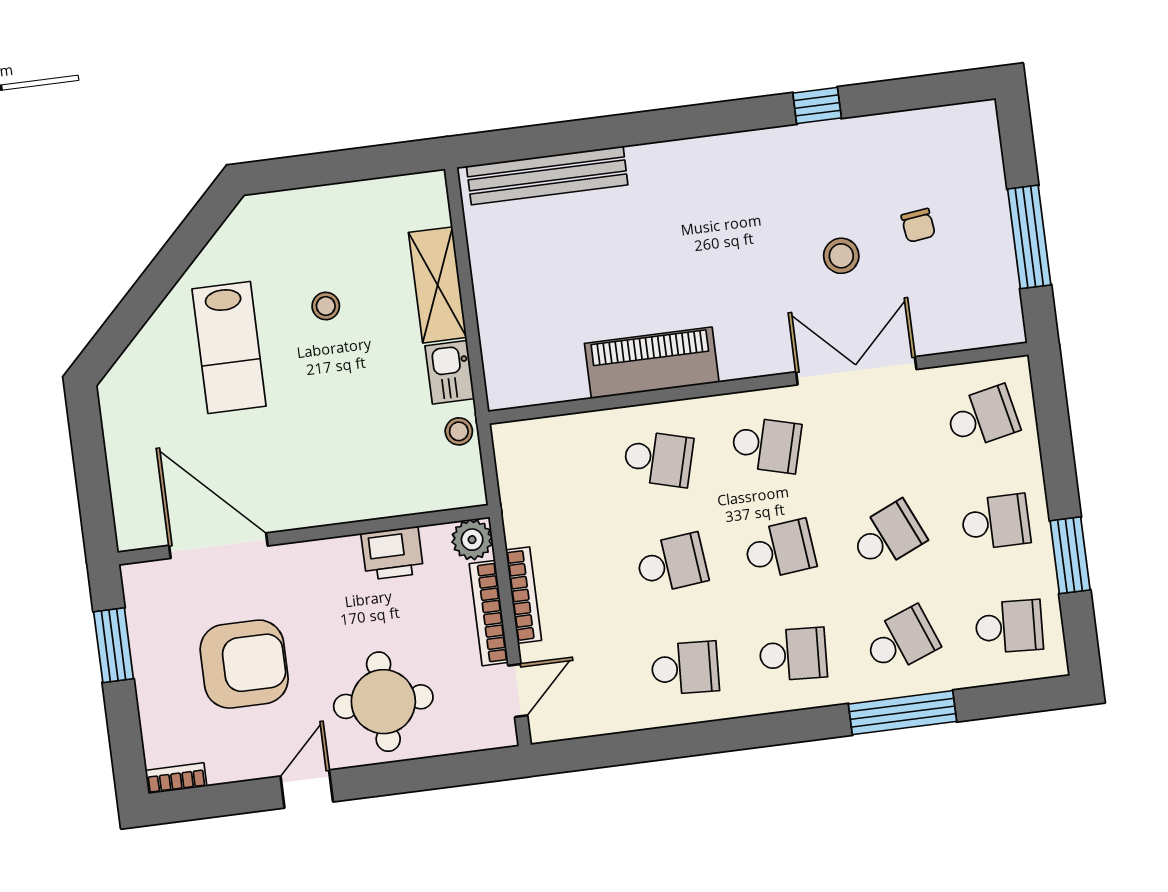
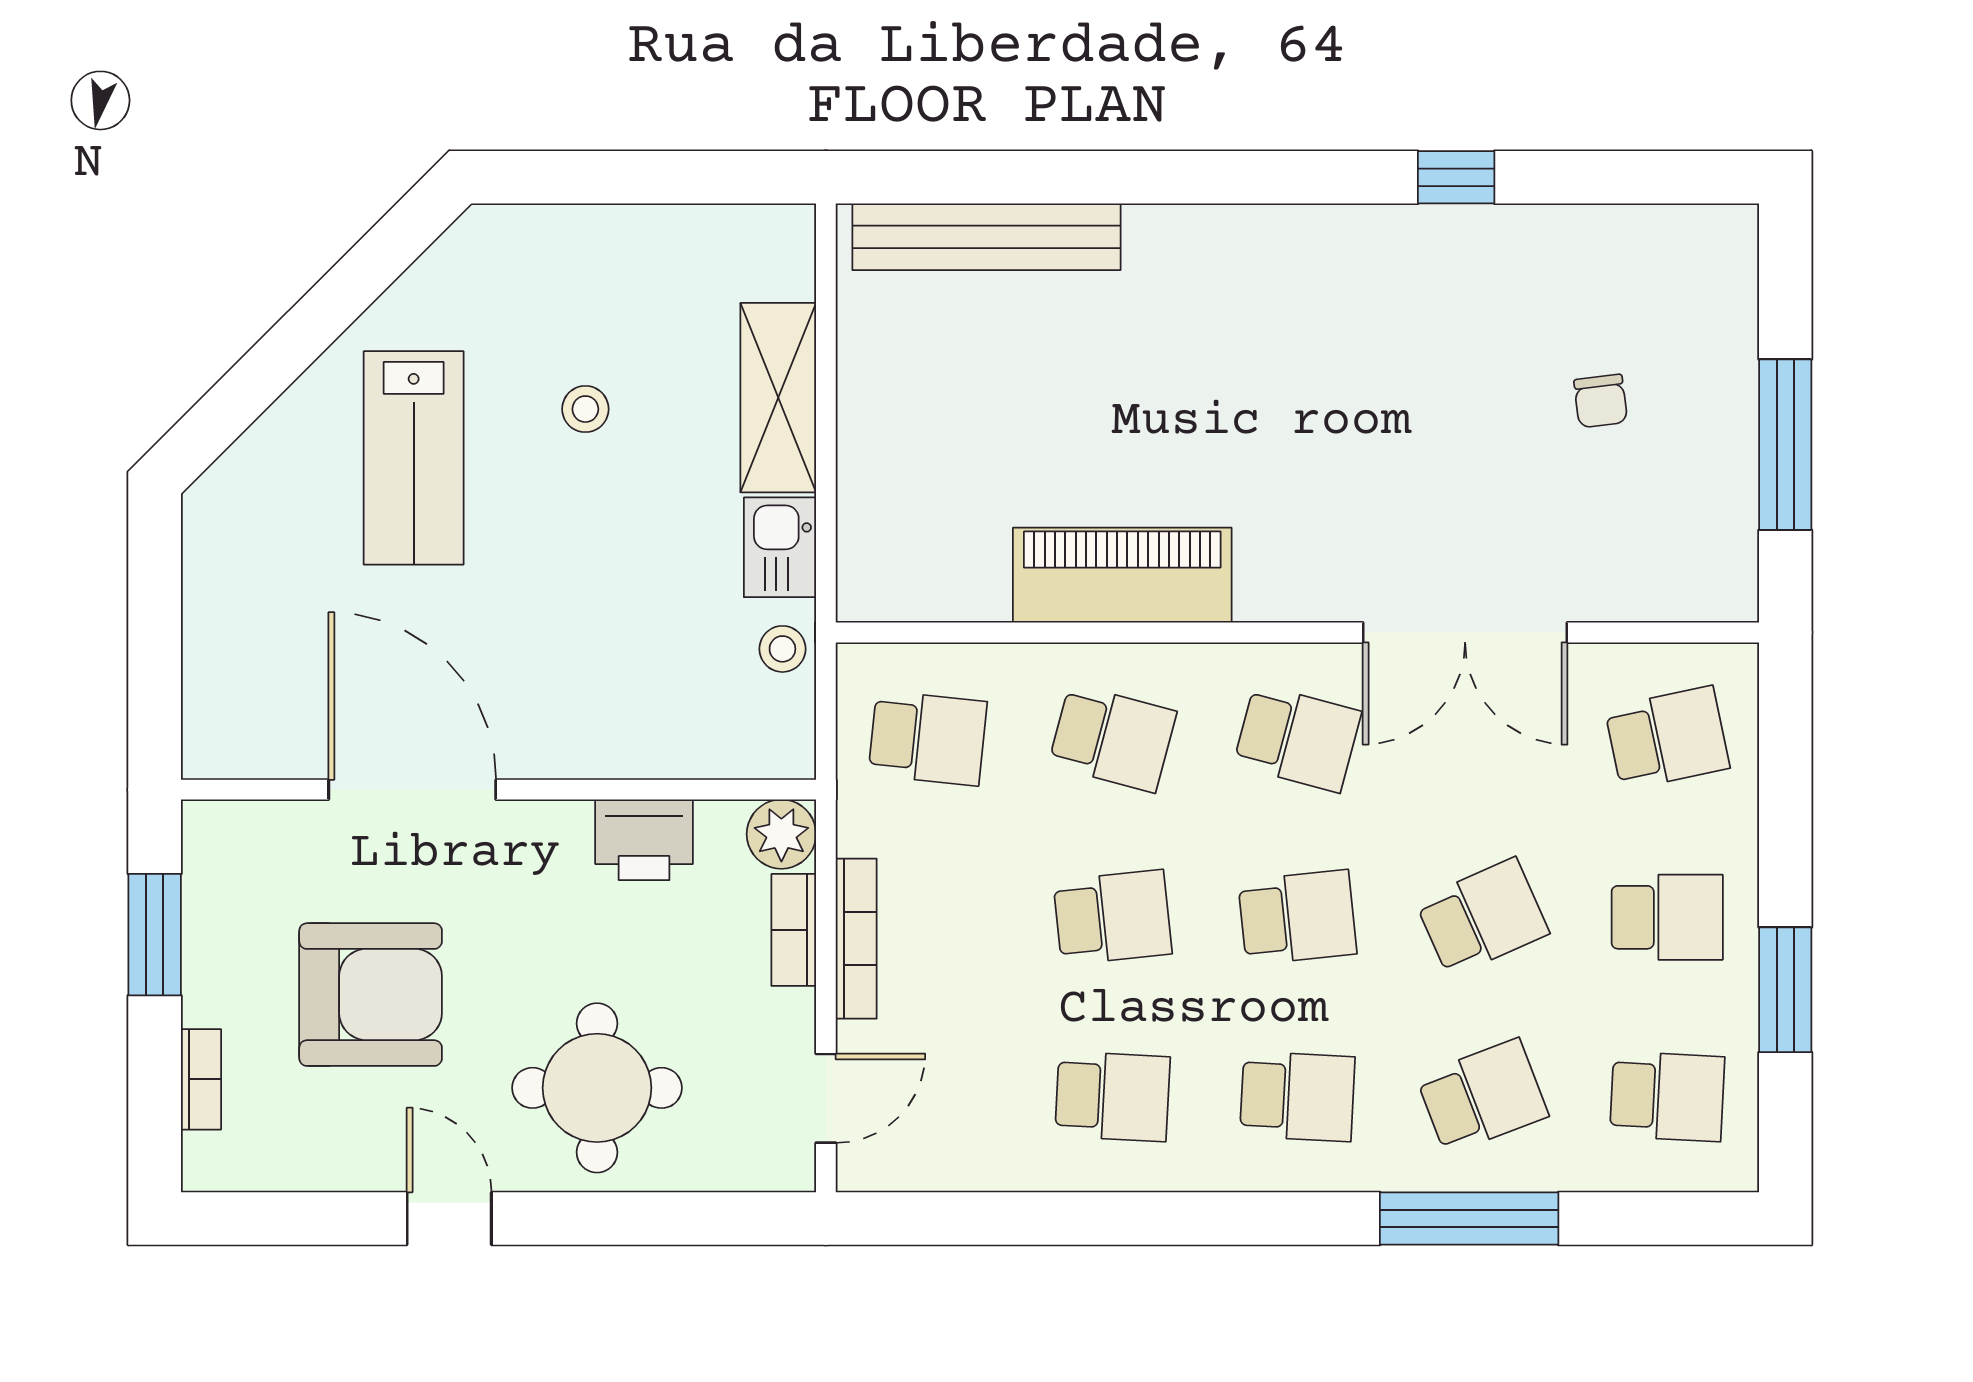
stool: (841, 256) -> (1465, 436), removed
double door: (856, 371) -> (1465, 632), swing flipped
school desk: (550, 473) -> (928, 738), added
door: (218, 546) -> (412, 790), moved
bookcase: (489, 613) -> (794, 930), width x0.64
bookcase: (176, 778) -> (201, 1079), moved, turned 90
door: (307, 789) -> (449, 1219), hinge flipped

